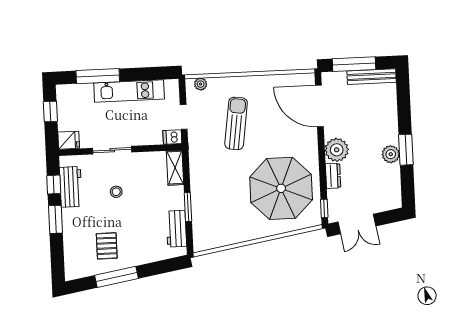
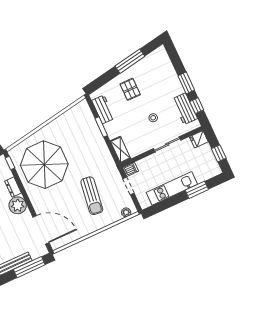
window: (98, 76) -> (197, 190), width x0.69
pallet: (107, 246) -> (130, 89), moved

